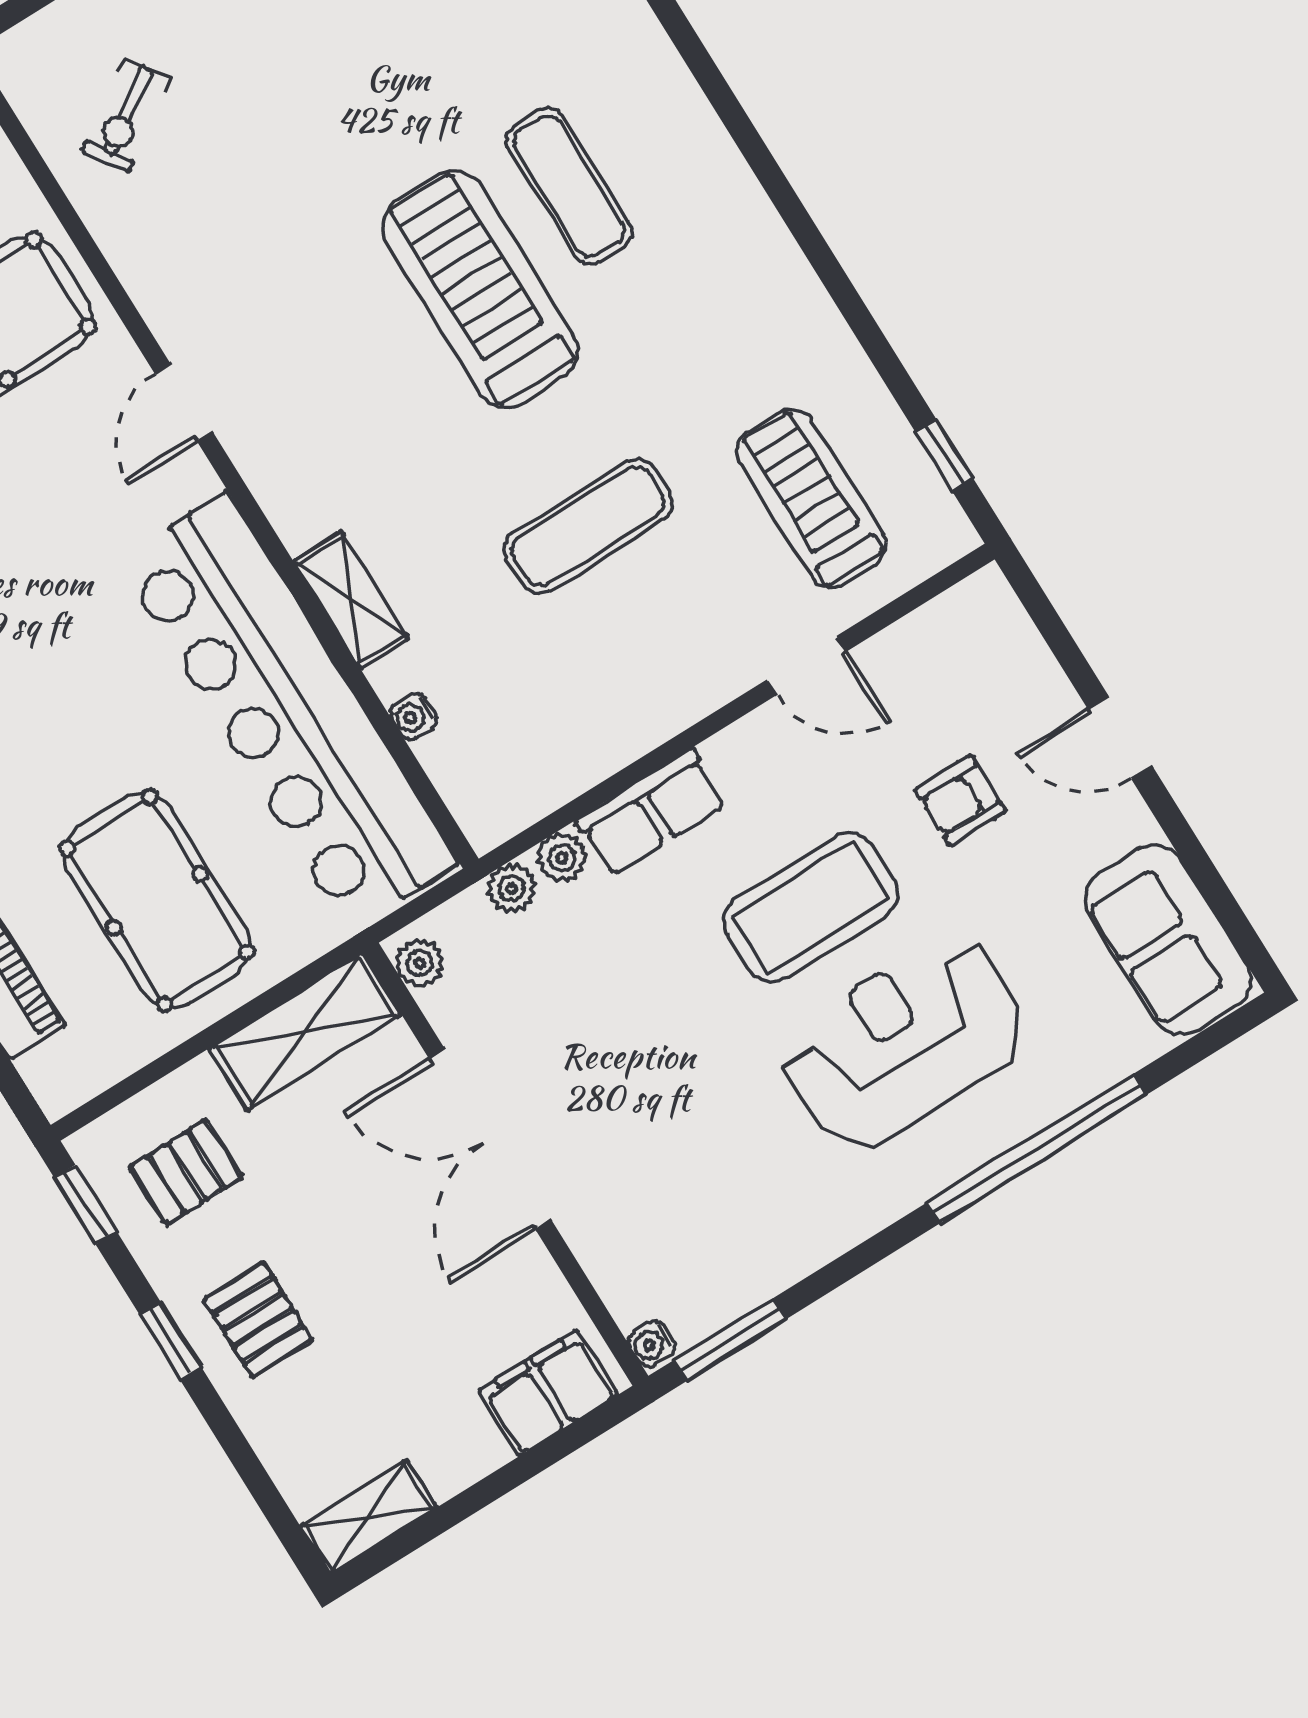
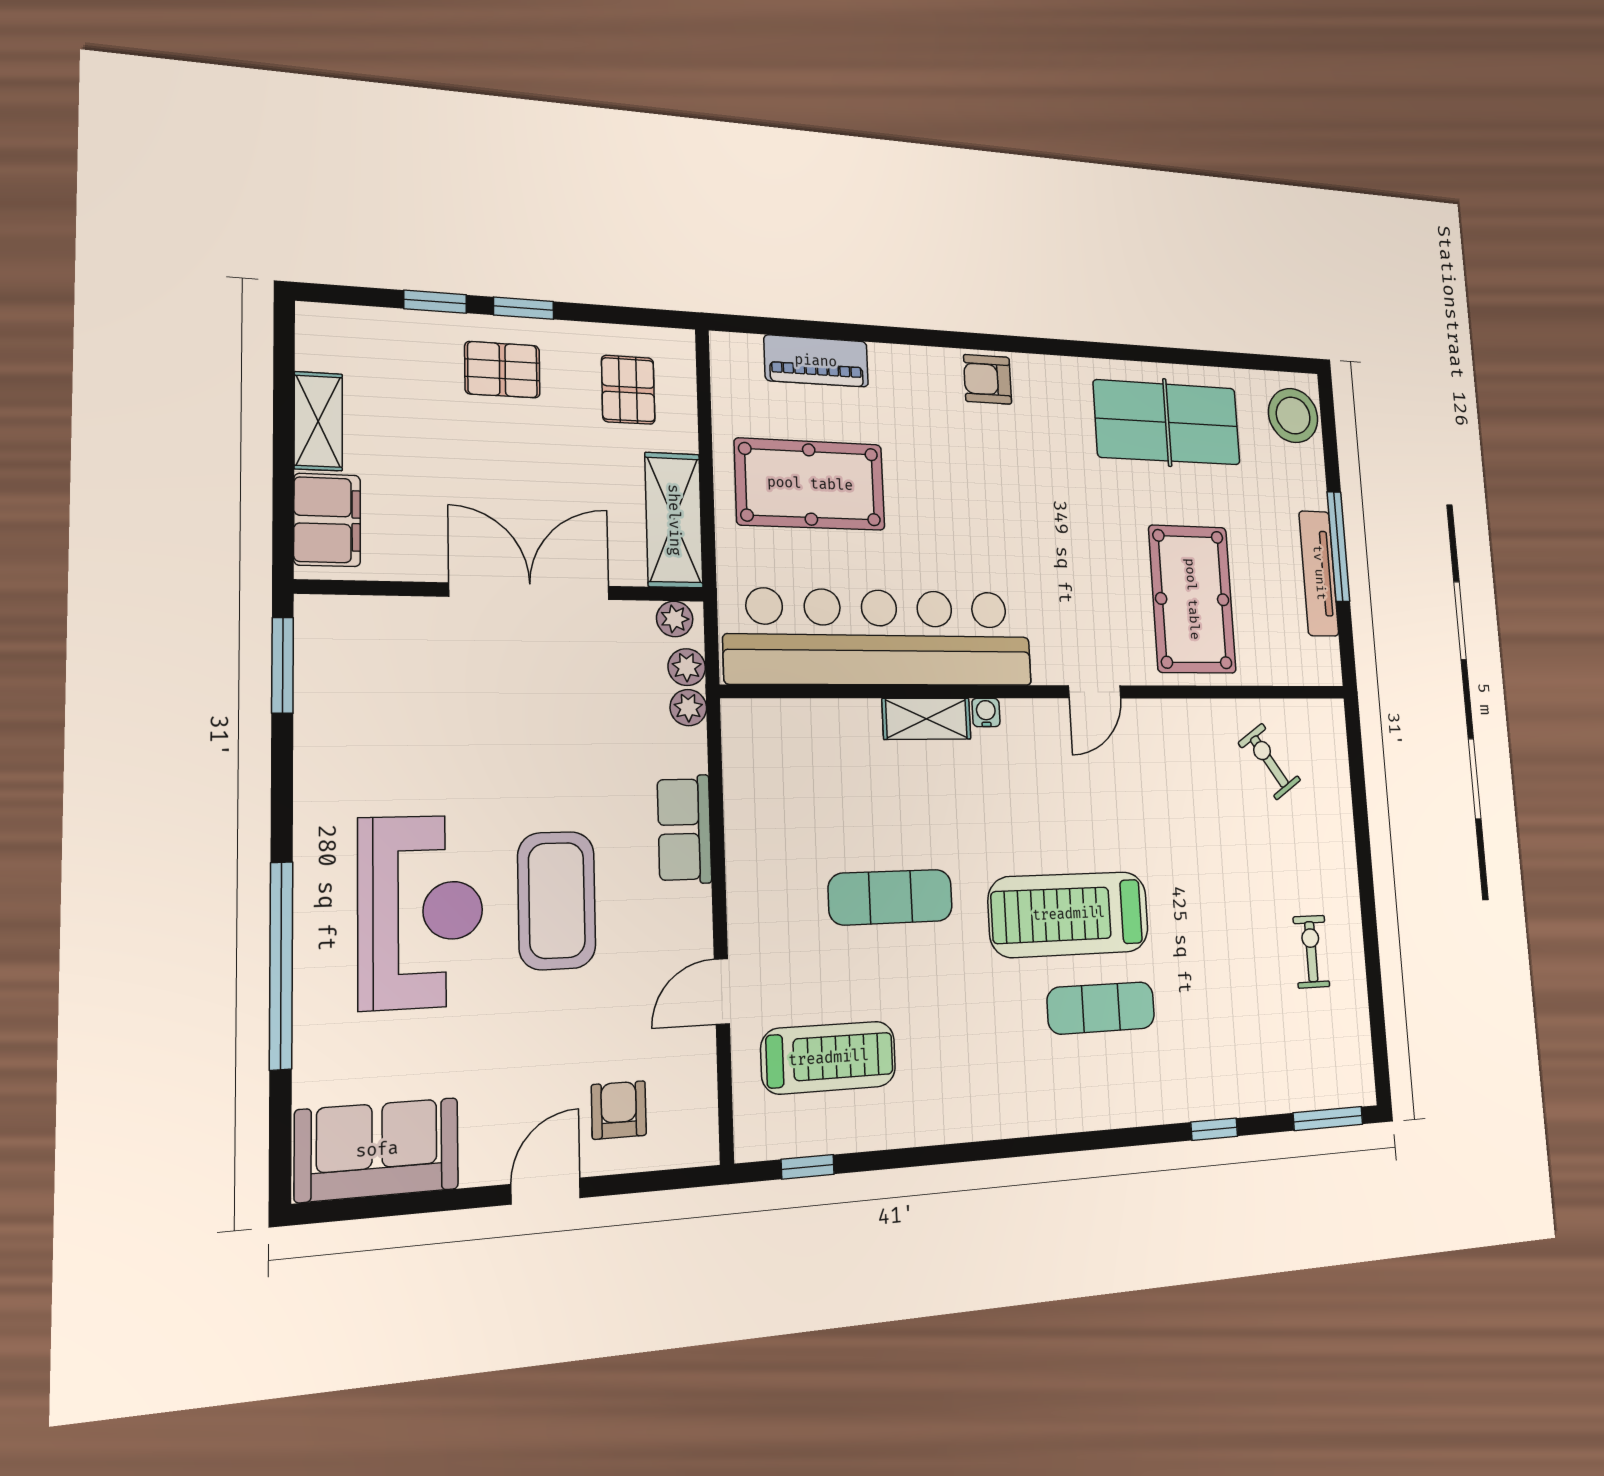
treadmill: (480, 289) -> (1069, 914), turned 180
door: (184, 403) -> (1095, 692), swing flipped
exercise mat: (588, 526) -> (891, 897), turned 90
water cooler: (413, 716) -> (986, 712), moved
armchair: (961, 800) -> (619, 1110), moved
plant: (562, 858) -> (687, 667), moved
window: (86, 1205) -> (435, 302), moved
water cooler: (652, 1344) -> (316, 610), removed
shelving: (368, 1517) -> (318, 421), moved

